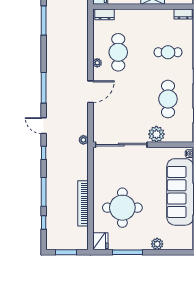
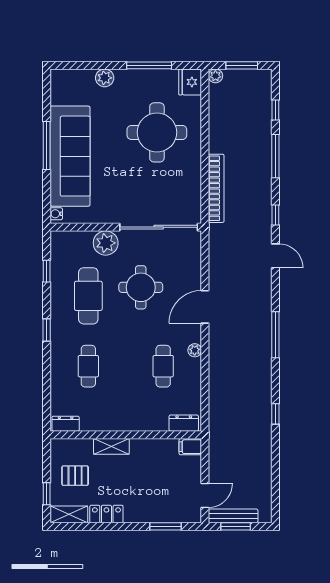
window: (44, 20) -> (275, 414), width x0.46
cafe table: (118, 52) -> (163, 366), width x0.73, depth x0.74
cafe table: (168, 52) -> (88, 366), turned 90
window: (44, 88) -> (275, 335), moved
round table: (133, 105) -> (141, 287), added
plant: (83, 140) -> (215, 76), moved
bookcase: (83, 203) -> (216, 188), moved

